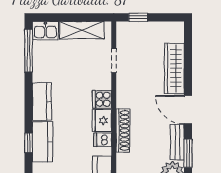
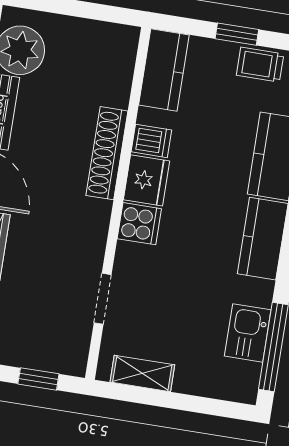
shelving: (82, 30) -> (142, 373), width x0.67, depth x0.75
kitchen sink: (45, 31) -> (248, 333), moved, turned -90

